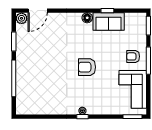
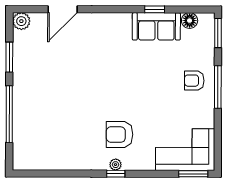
door: (38, 11) -> (63, 9), moved
floor lamp: (87, 18) -> (190, 21), moved
armchair: (87, 67) -> (119, 135), moved
corner sofa: (133, 89) -> (185, 150), moved, turned 90

